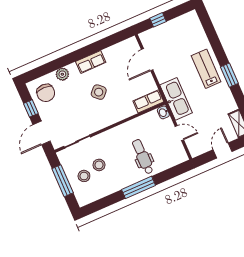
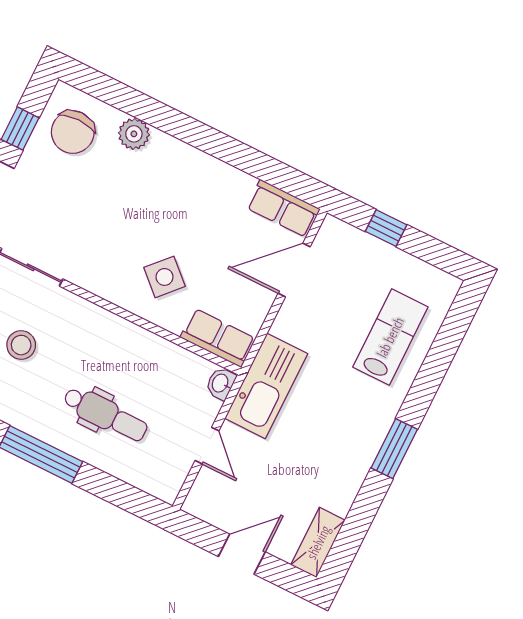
row of seats: (91, 62) -> (283, 208), moved
lab bench: (206, 69) -> (390, 337), moved
side table: (99, 92) -> (164, 277), moved
dental chair: (143, 157) -> (105, 414), turned 90

